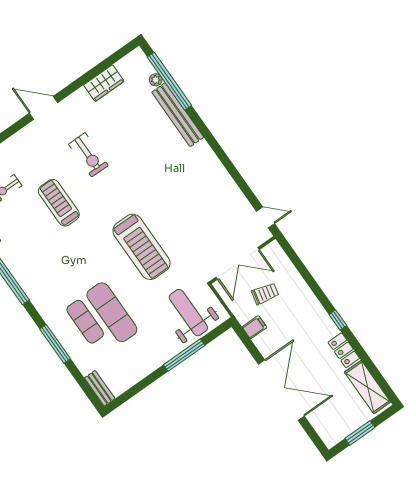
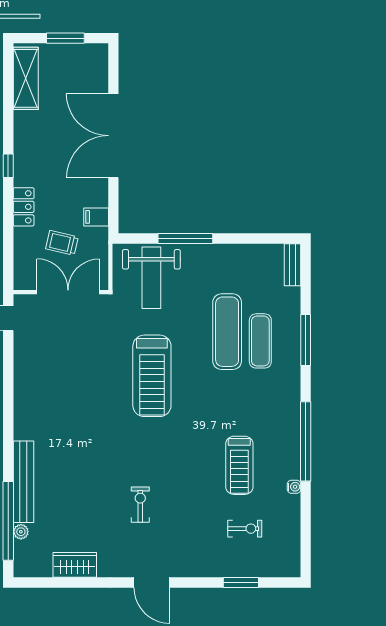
exercise bike: (88, 155) -> (140, 505), width x0.73, depth x0.72
treadmill: (59, 203) -> (239, 465), moved
treadmill: (141, 247) -> (152, 376), turned 180
locker: (344, 350) -> (24, 207), moved

